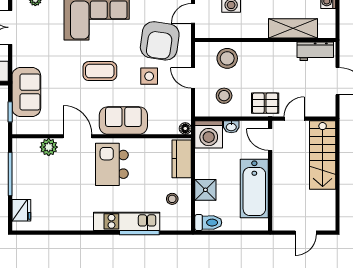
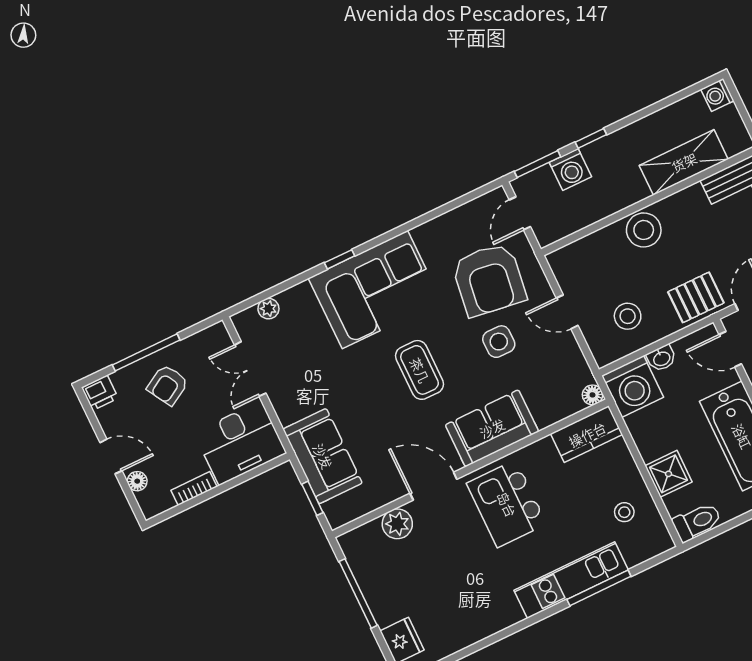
stool: (227, 58) -> (644, 230), moved
coffee table: (100, 71) -> (420, 370), turned 90
kitchen counter: (182, 159) -> (587, 434), moved, turned -90

